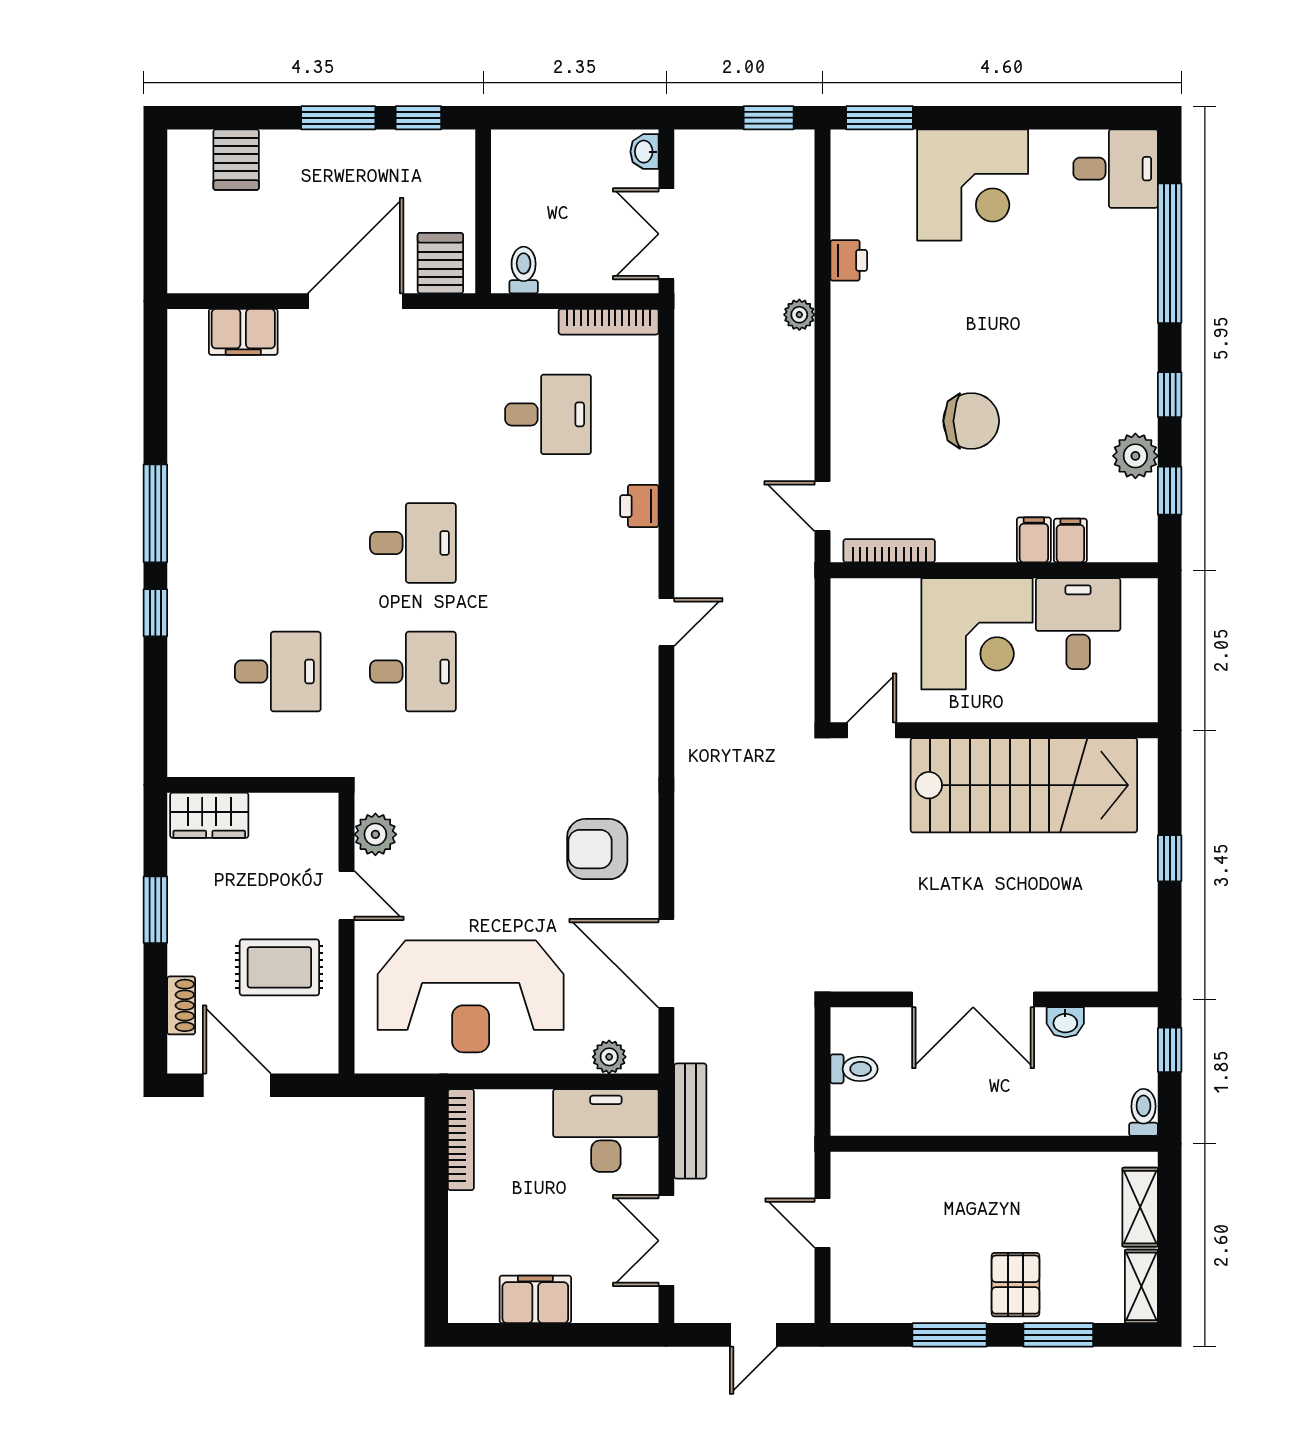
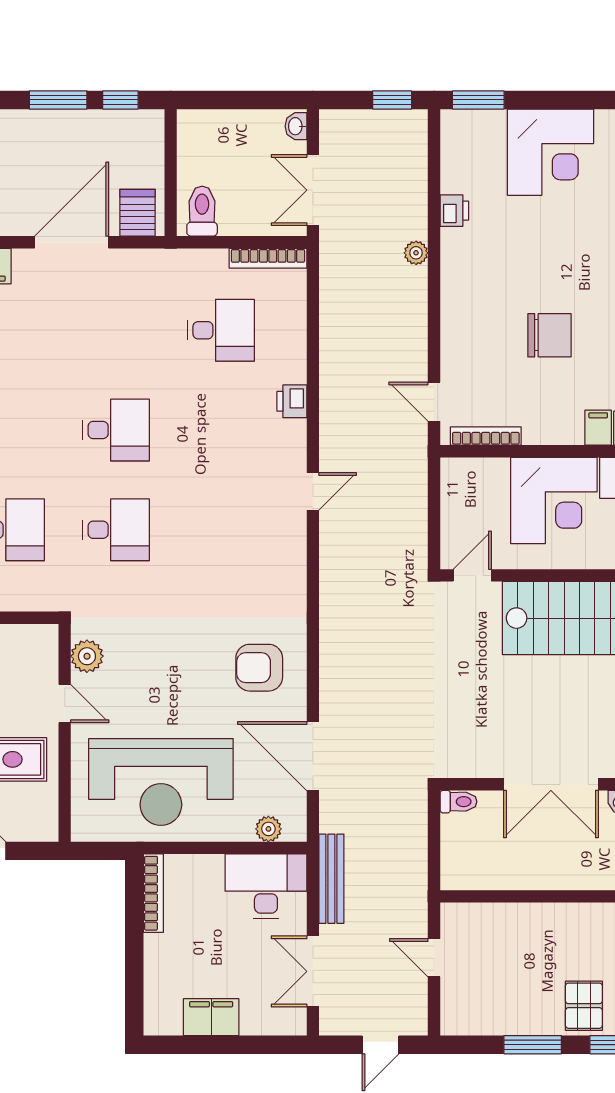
toilet: (524, 270) -> (202, 211), width x1.37, depth x1.39
toilet: (854, 1069) -> (458, 802), moved

